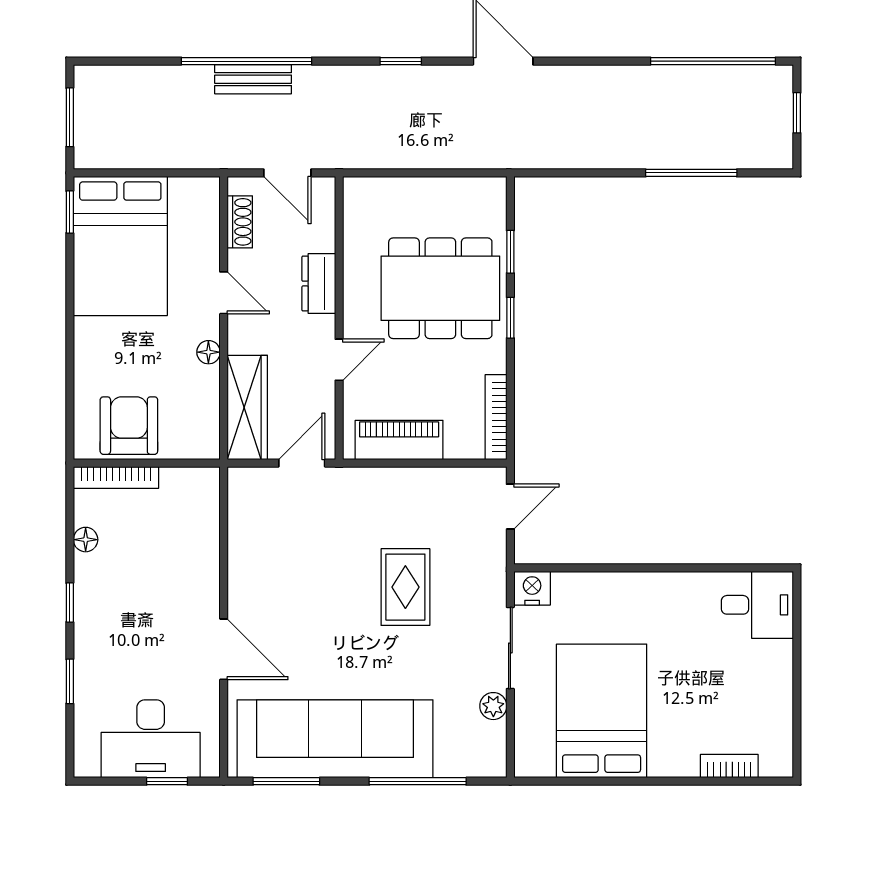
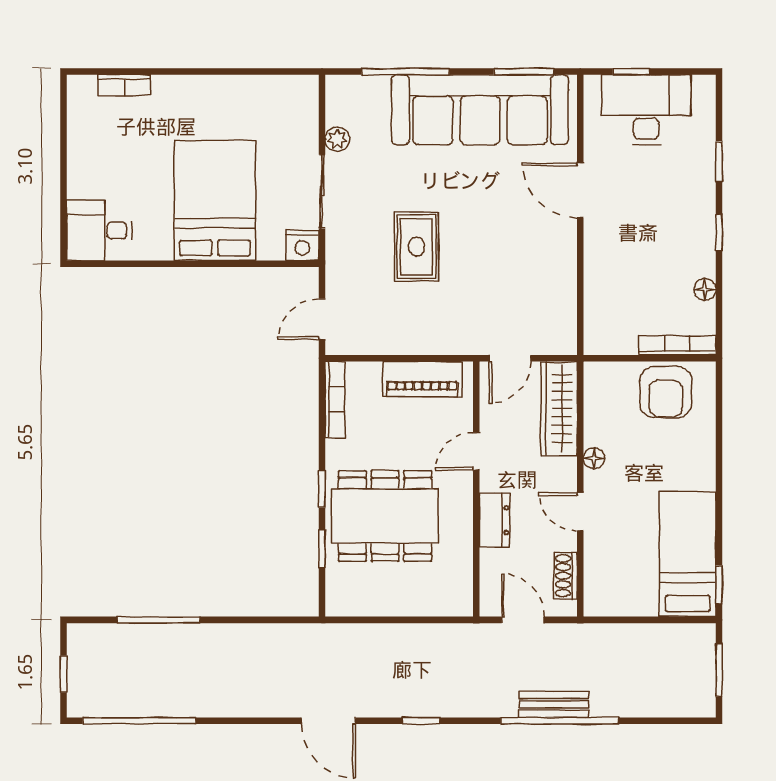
bed: (120, 246) -> (688, 554), width x0.67
bed: (602, 711) -> (215, 200), moved, turned 180

